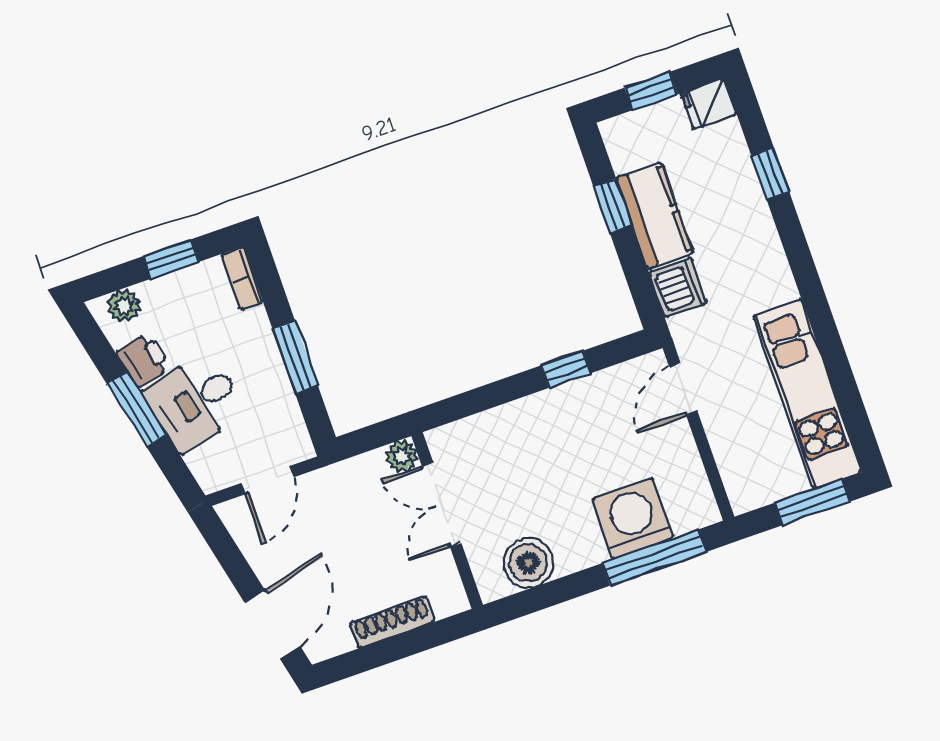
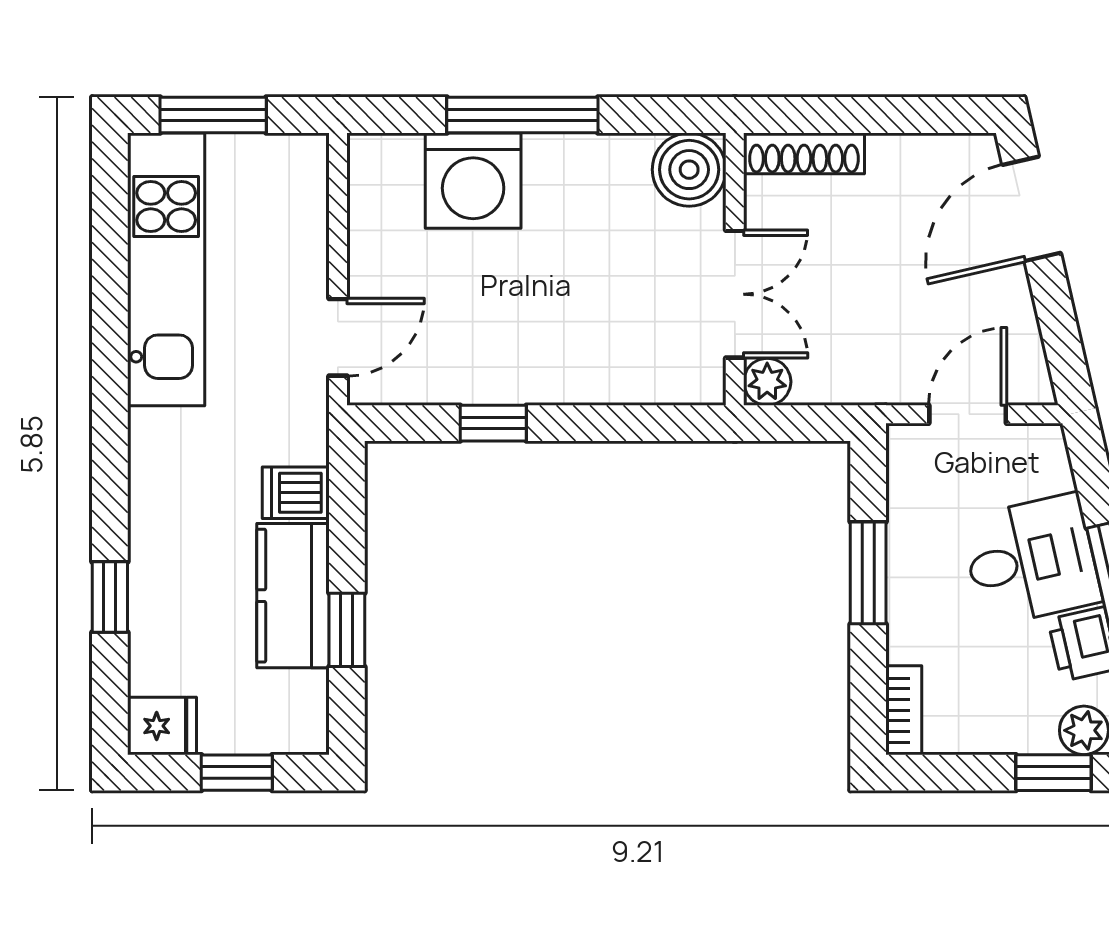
window: (171, 259) -> (1054, 773), moved
dishwasher: (678, 287) -> (296, 493), width x0.73
window: (654, 558) -> (522, 115), moved
boiler: (528, 563) -> (689, 170), moved
shoe rack: (392, 622) -> (804, 153), moved

